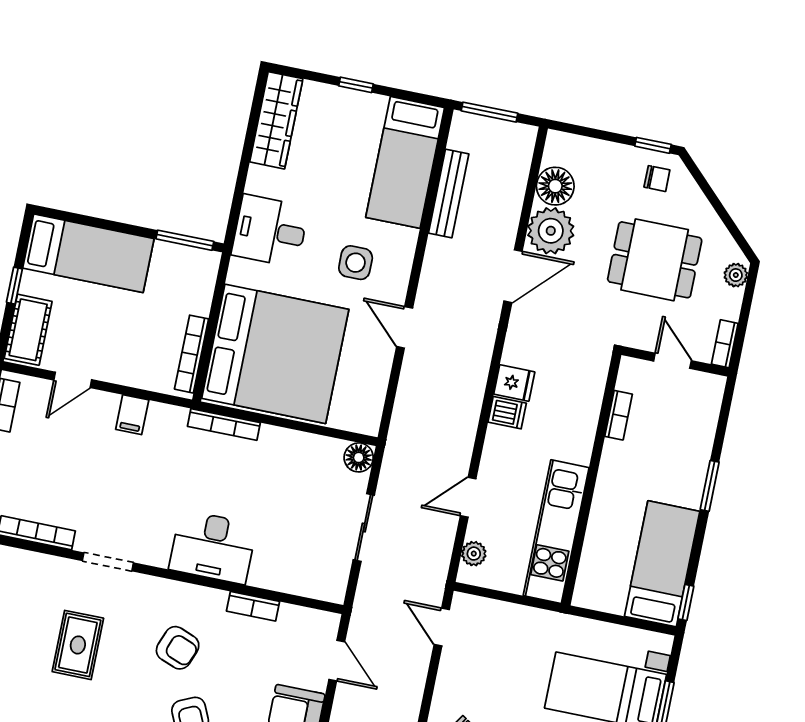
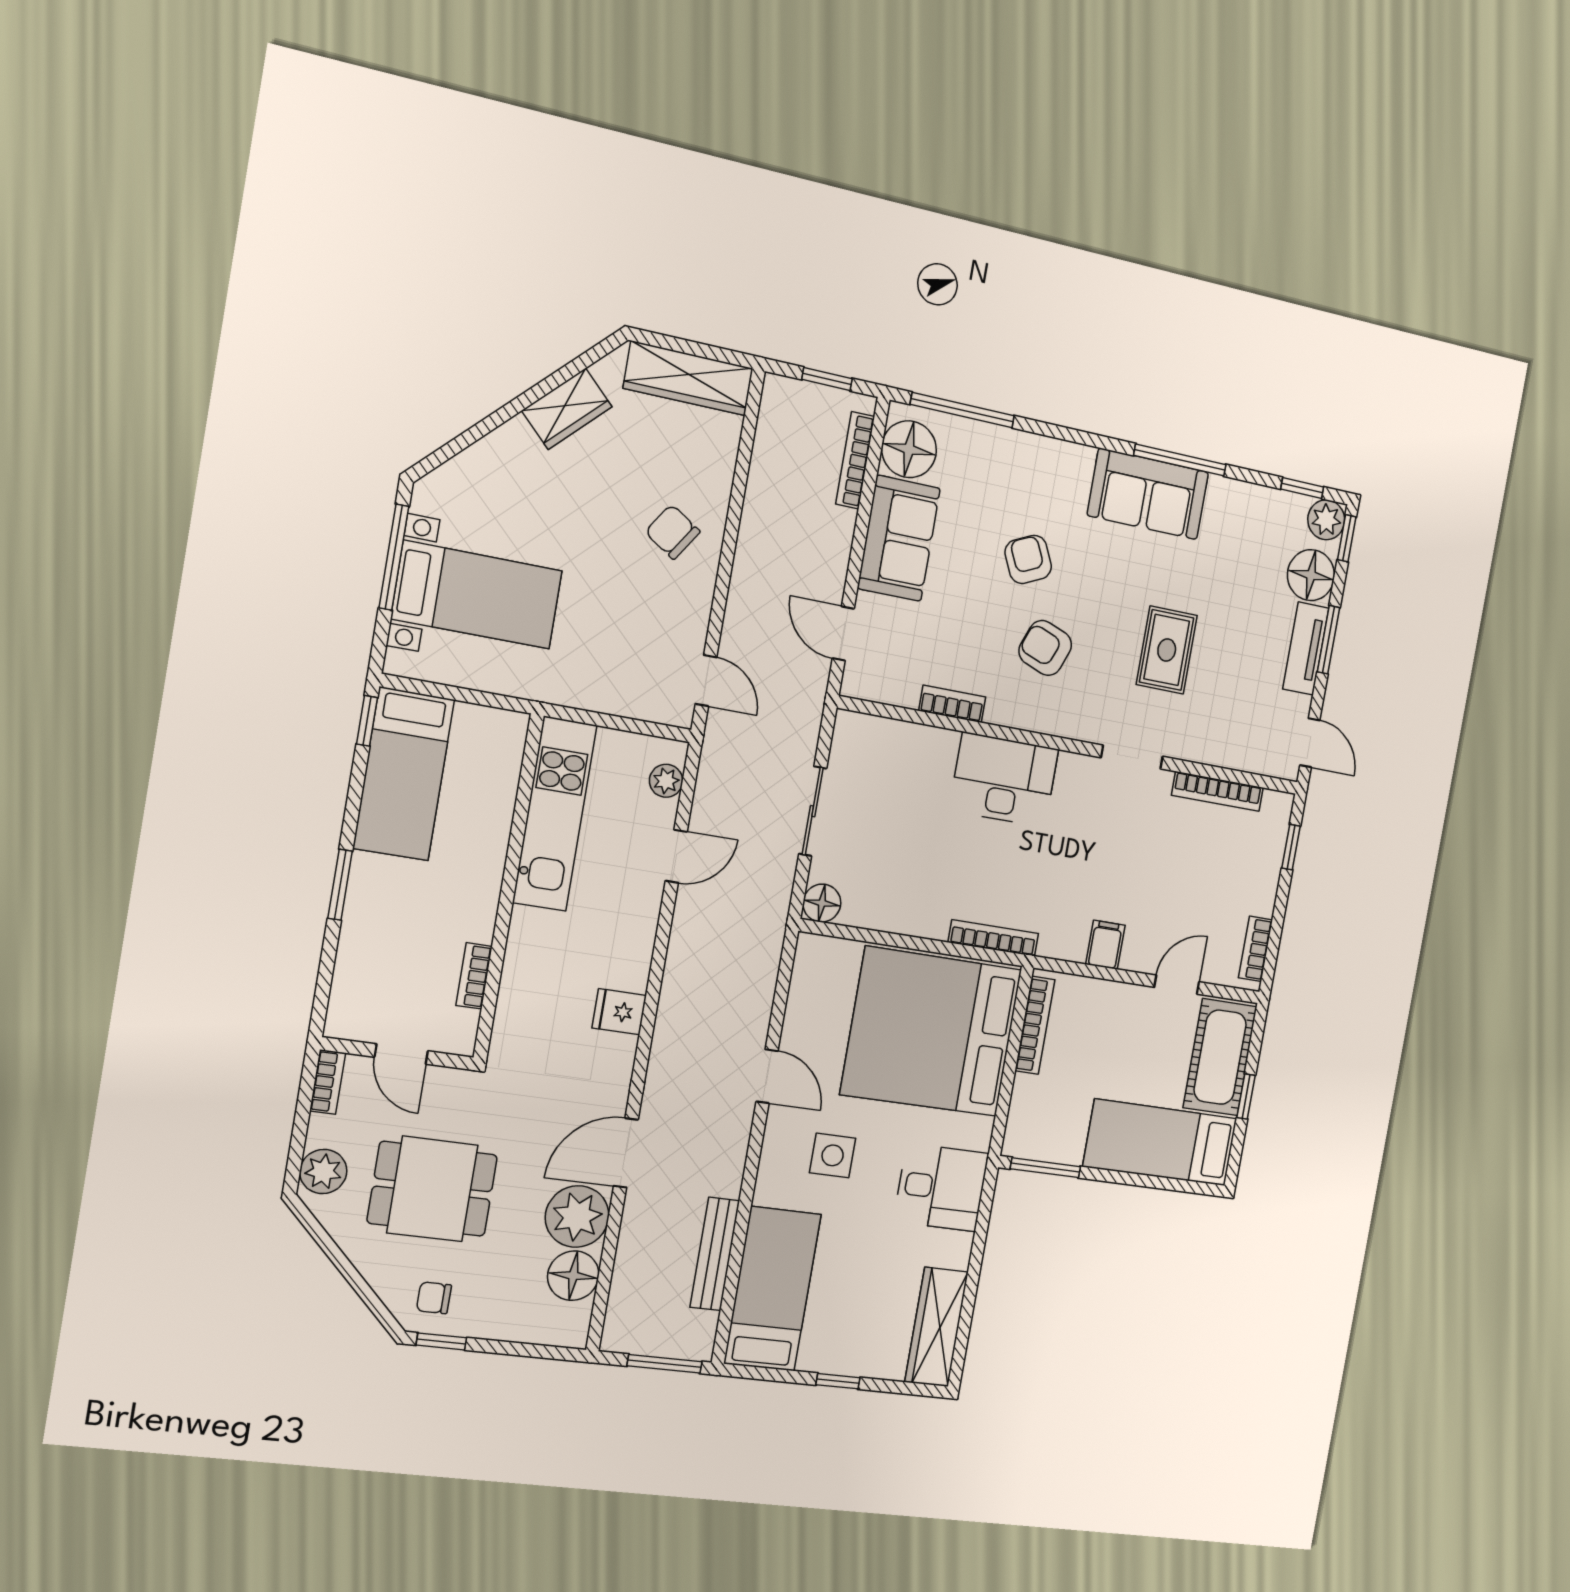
plant: (736, 275) -> (323, 1172), width x1.38, depth x1.38
cot: (28, 330) -> (1220, 1057), width x1.37, depth x1.34
dishwasher: (507, 413) -> (627, 971), removed

